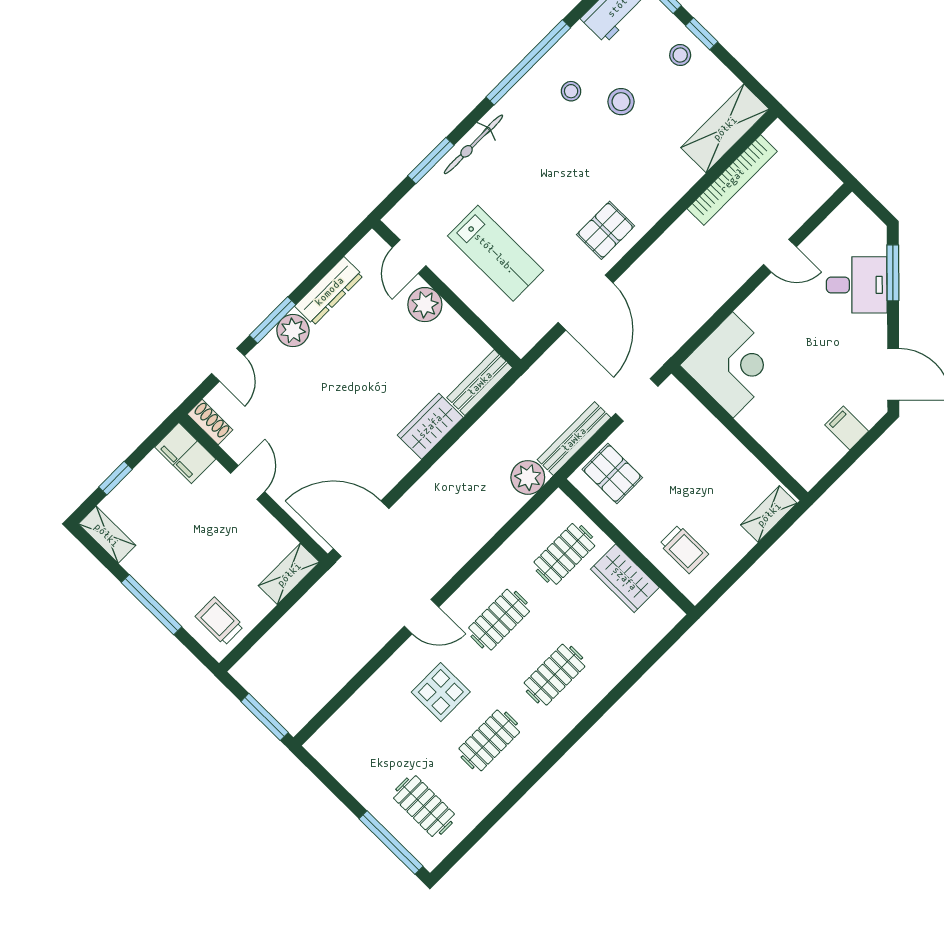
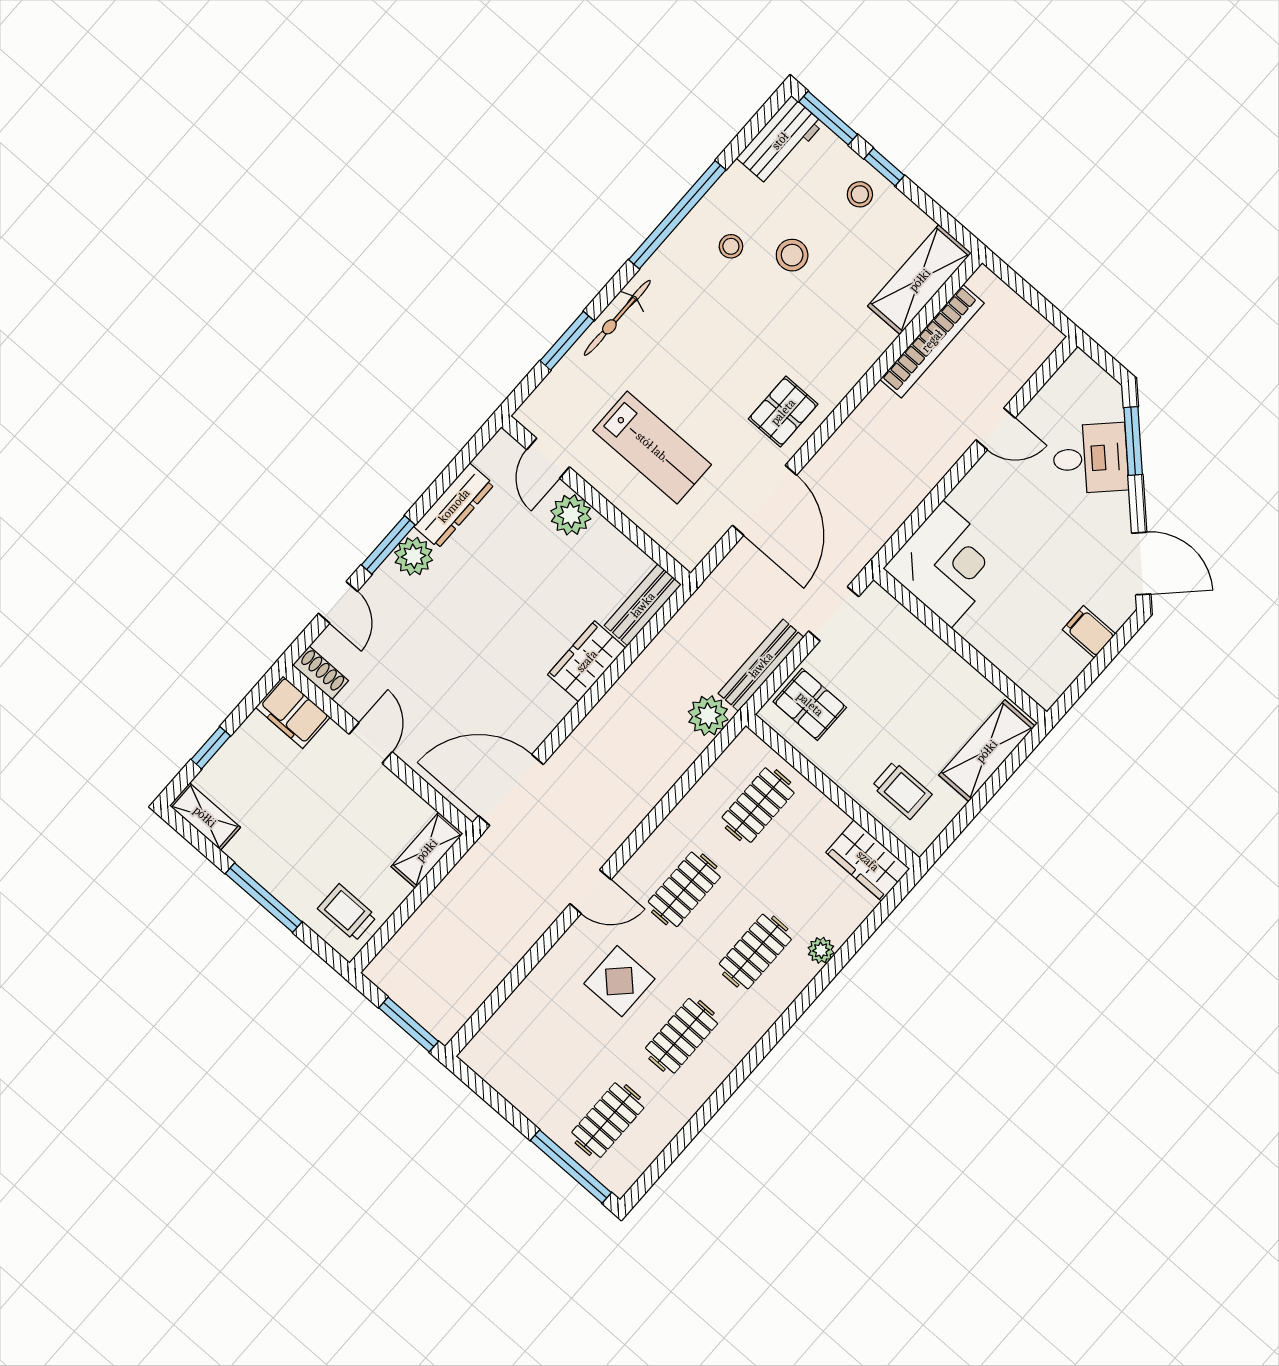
shelving: (769, 514) -> (987, 751), width x1.50, depth x1.33
wardrobe: (625, 578) -> (868, 861), moved
plant: (609, 677) -> (821, 950), added
clothes rail: (424, 806) -> (608, 1120), turned 90

